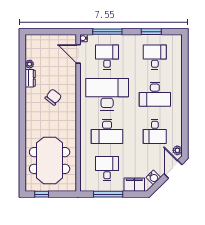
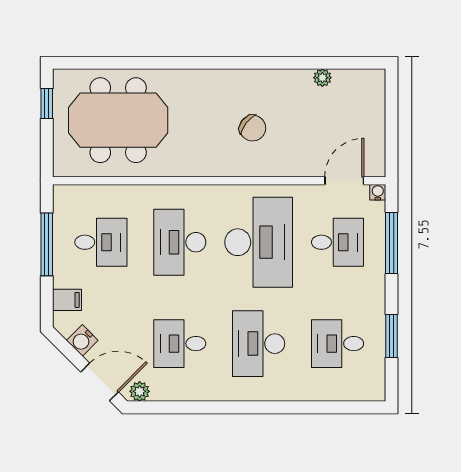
desk: (155, 57) -> (338, 344), turned 180
dresser: (30, 78) -> (293, 79), removed
filing cabinet: (134, 185) -> (67, 300), width x0.50

